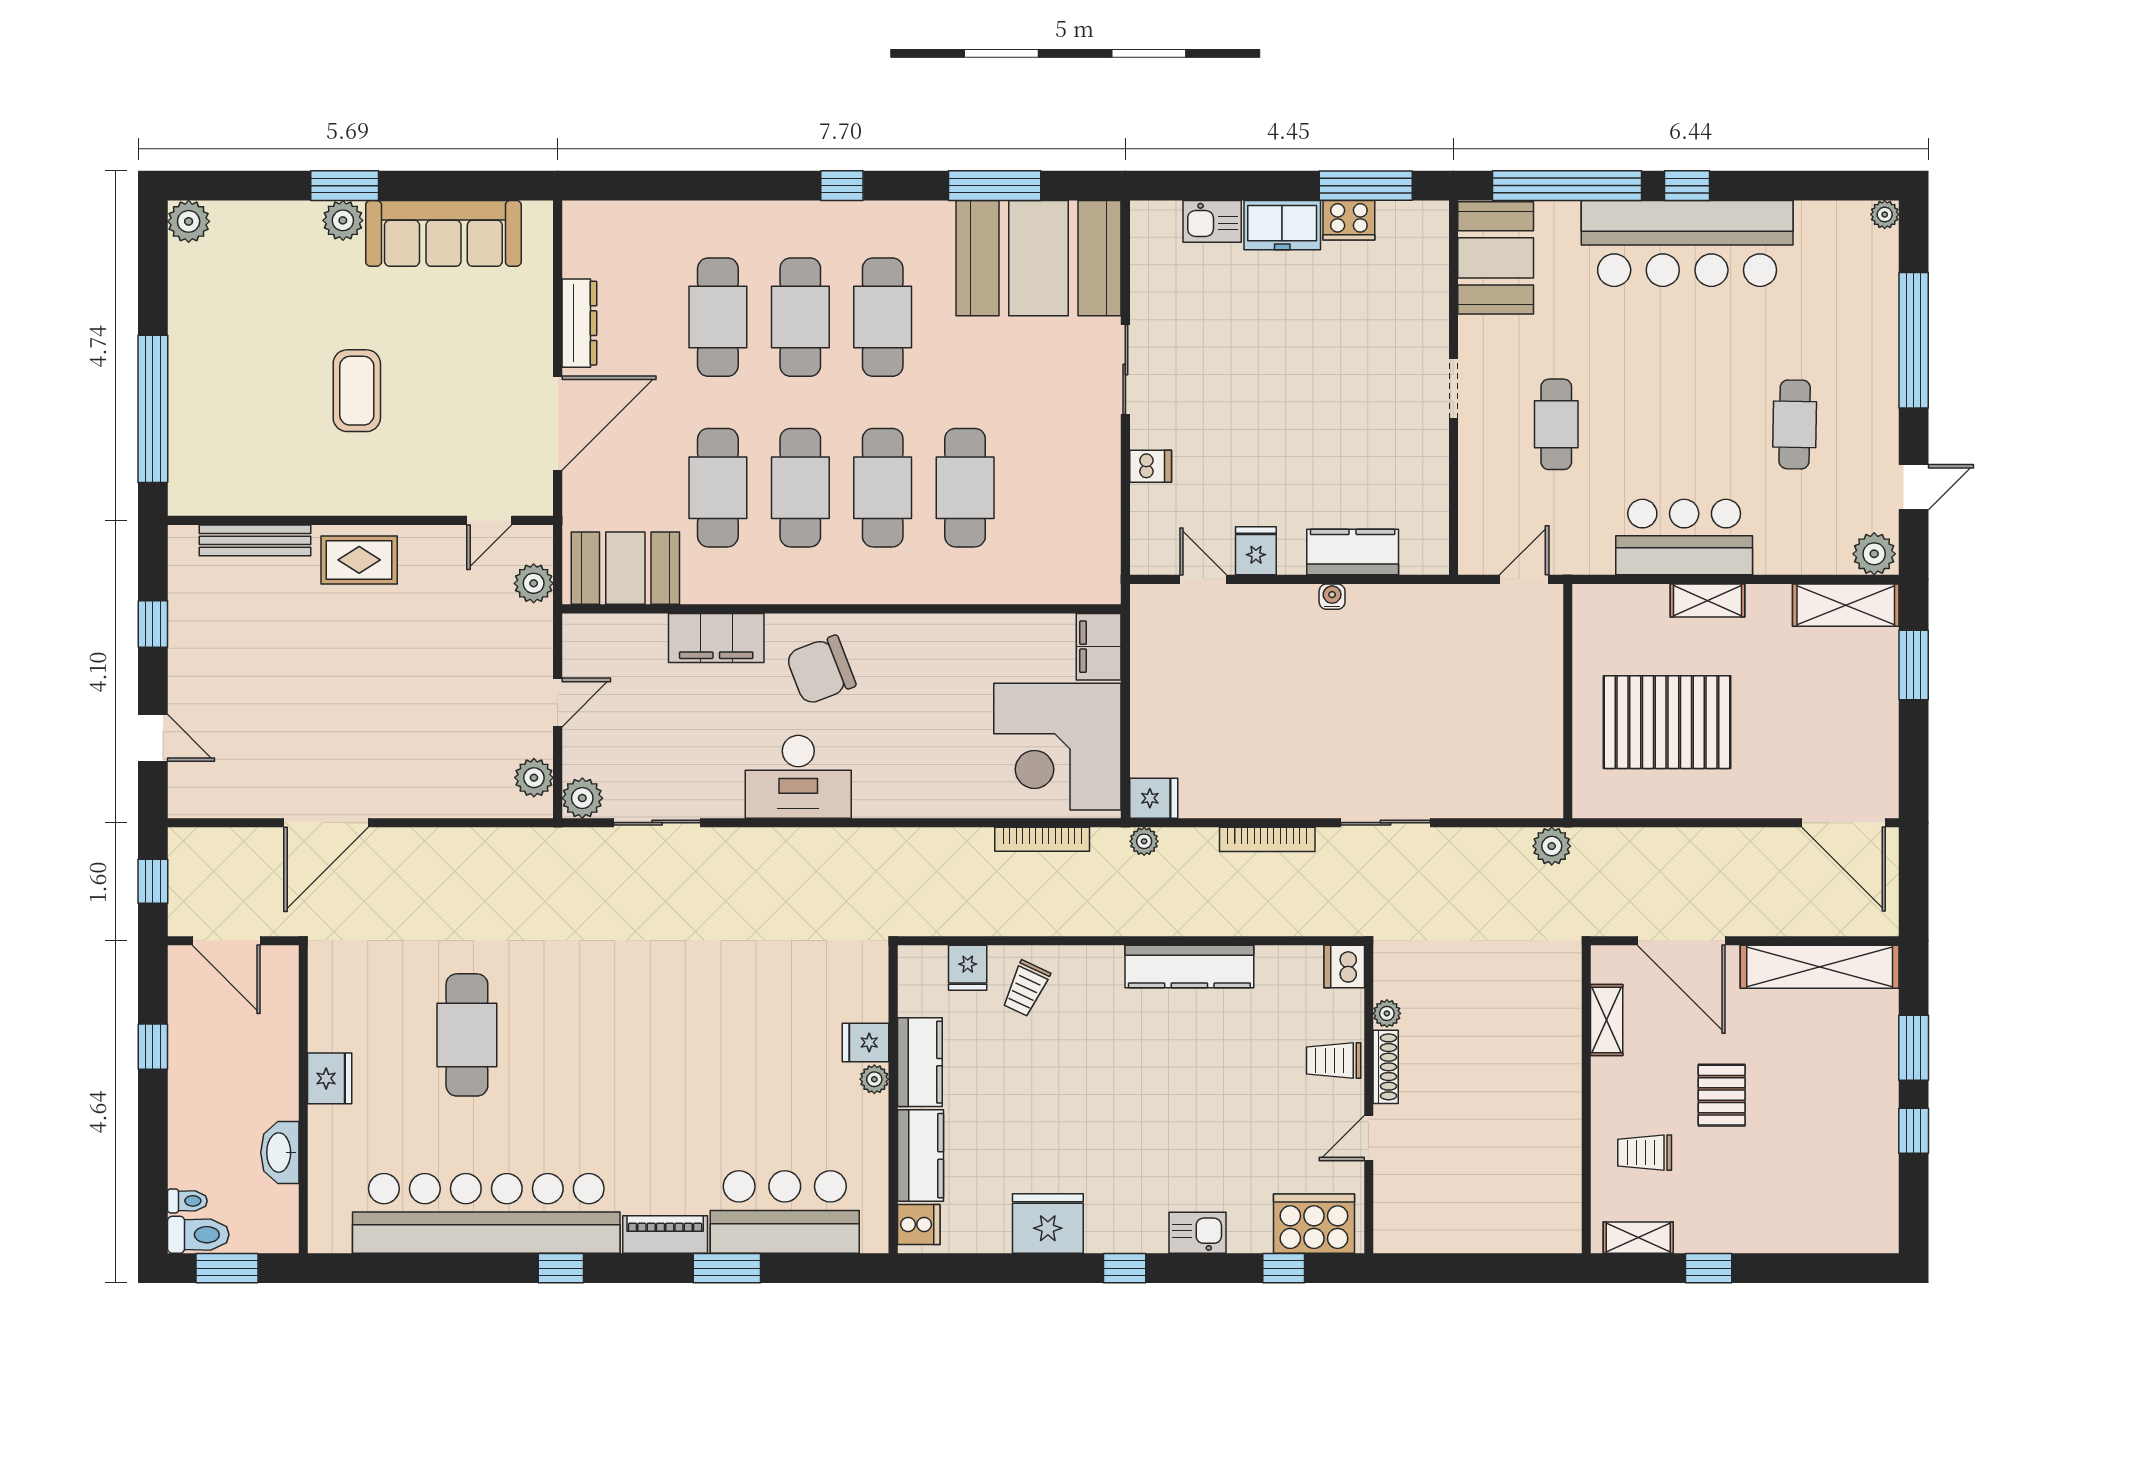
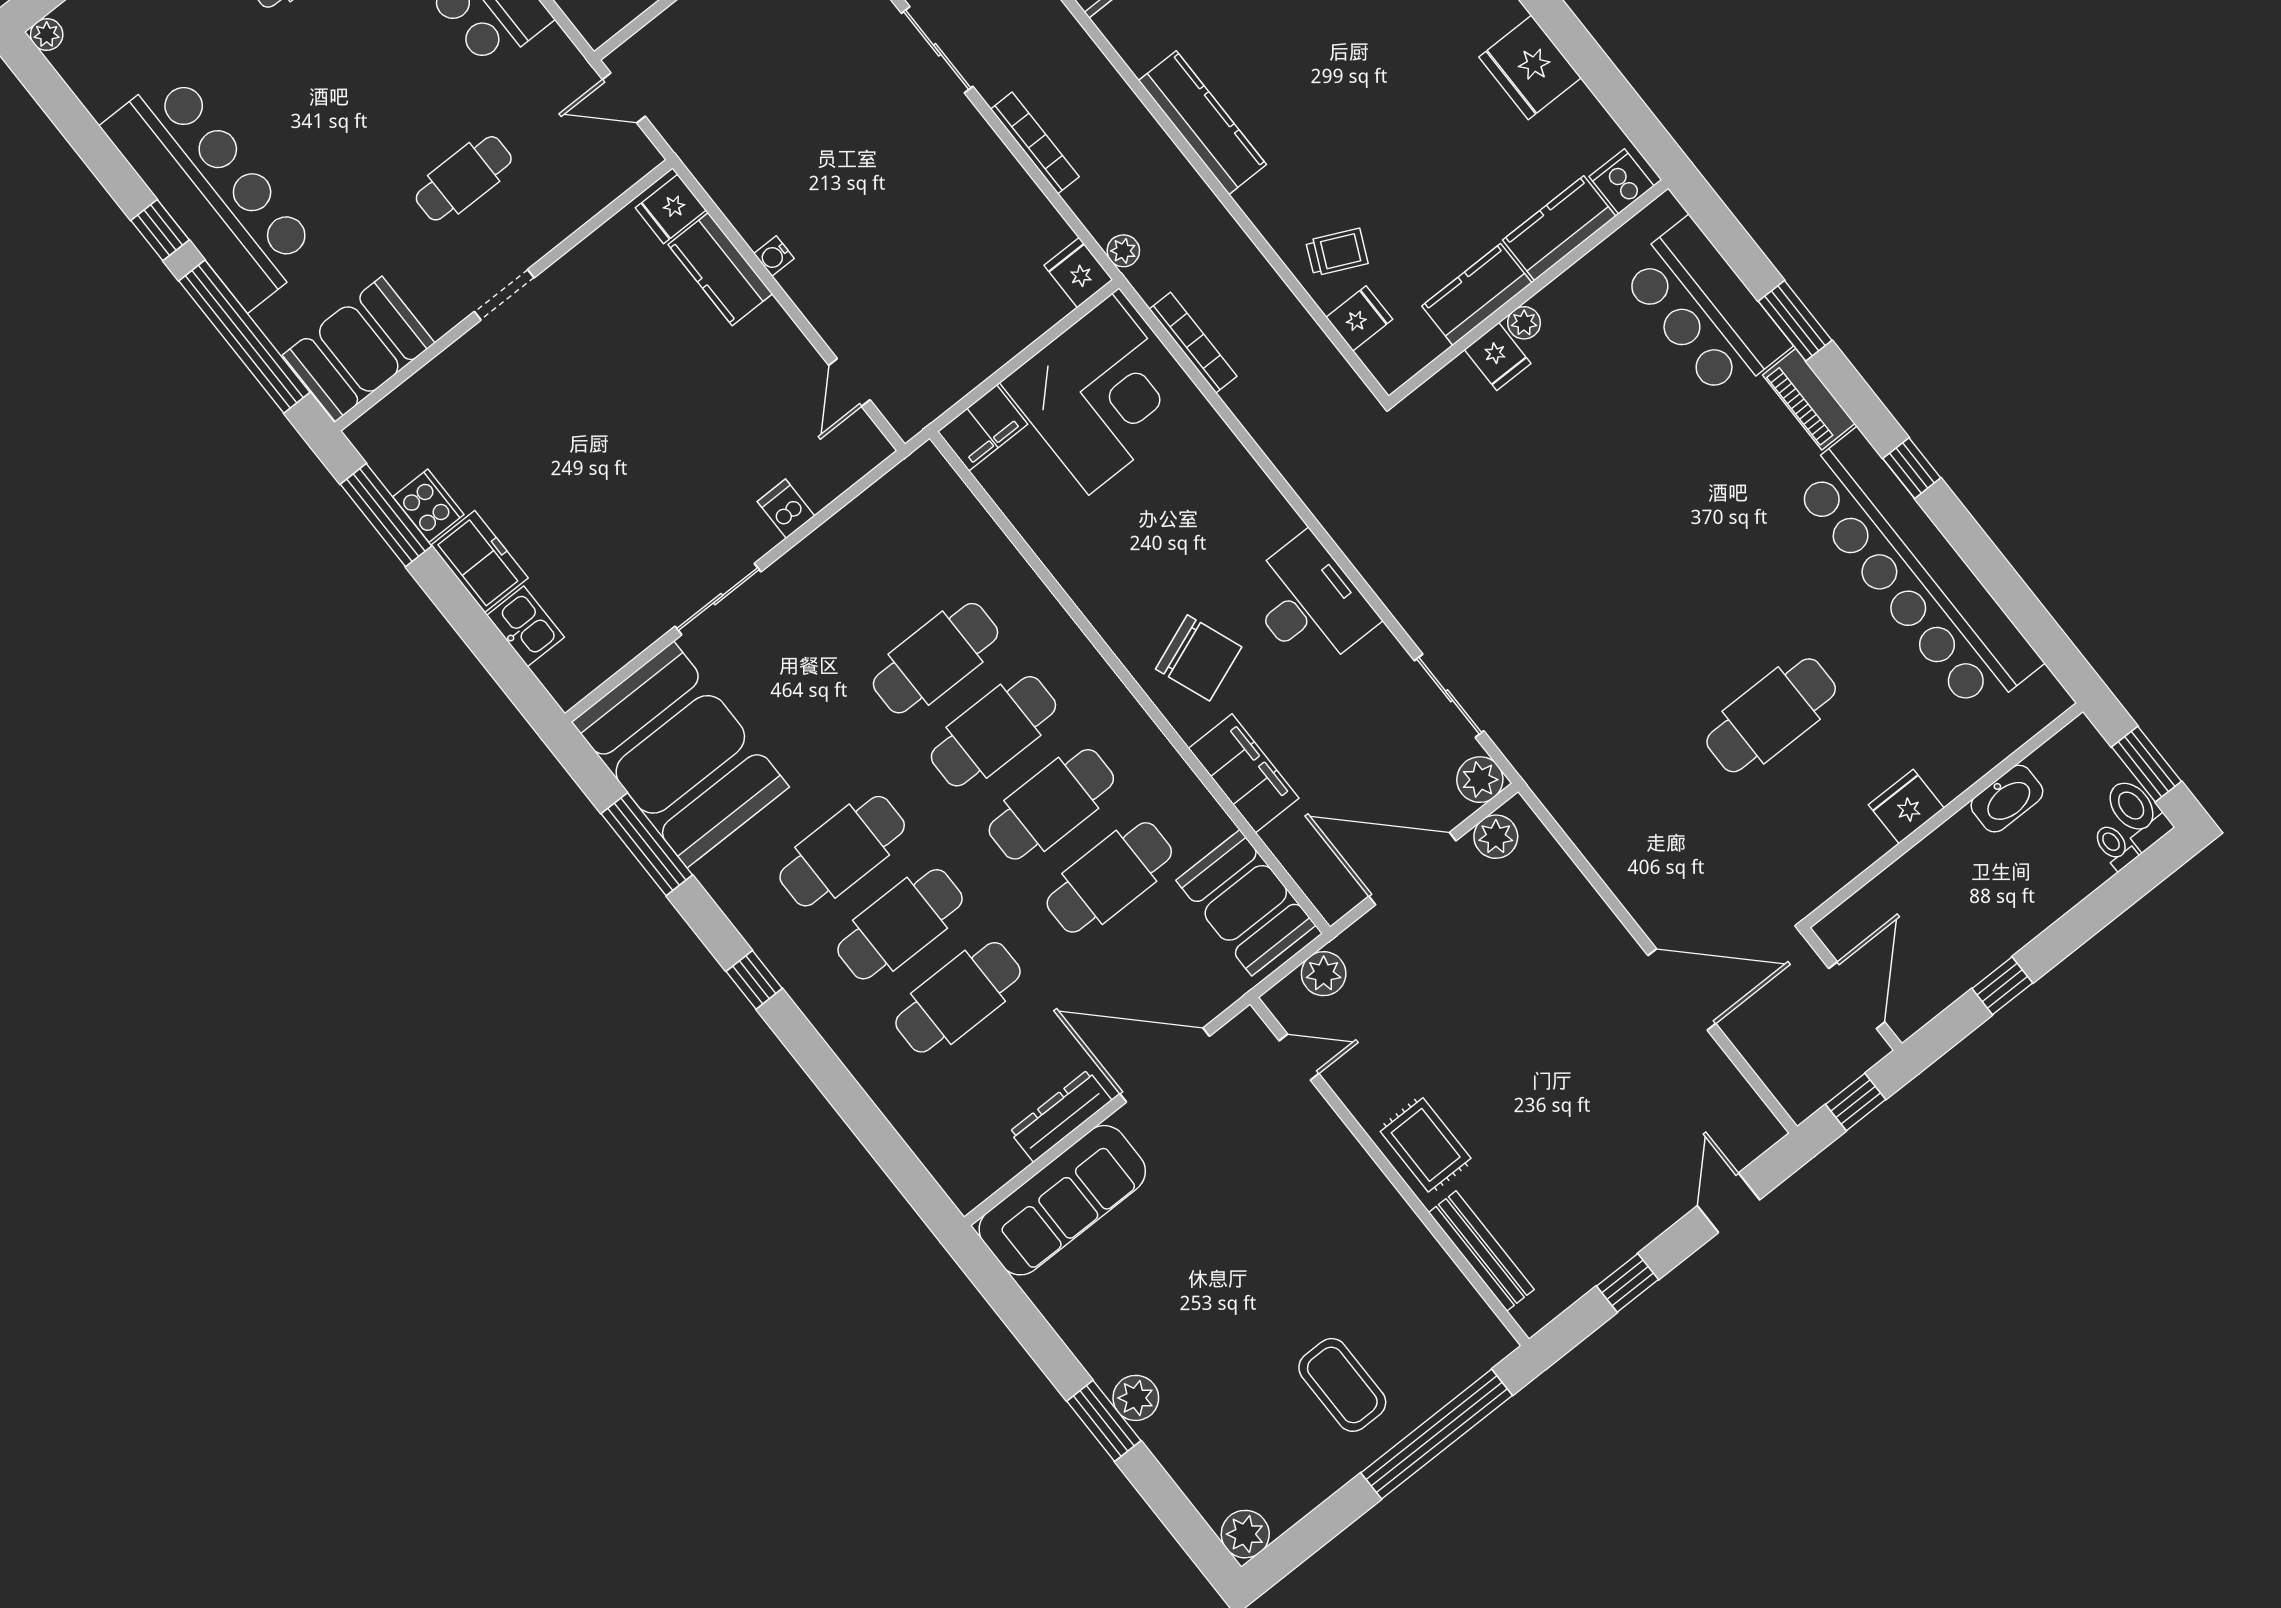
sofa: (443, 233) -> (1062, 1200), moved, turned 90
coffee table: (357, 391) -> (1342, 1385), moved, turned 90
fridge: (1256, 551) -> (671, 209), moved
door: (558, 702) -> (1412, 869), width x1.88

